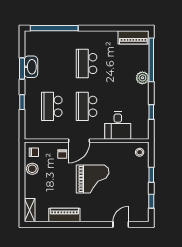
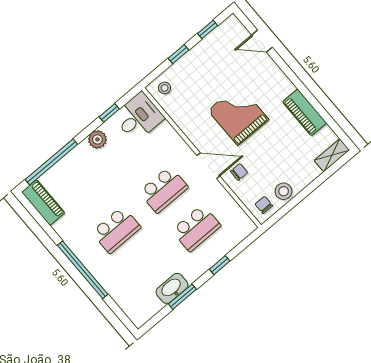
window: (54, 28) -> (83, 270), moved
plant: (142, 78) -> (97, 139), moved
desk: (118, 126) -> (138, 117), moved

